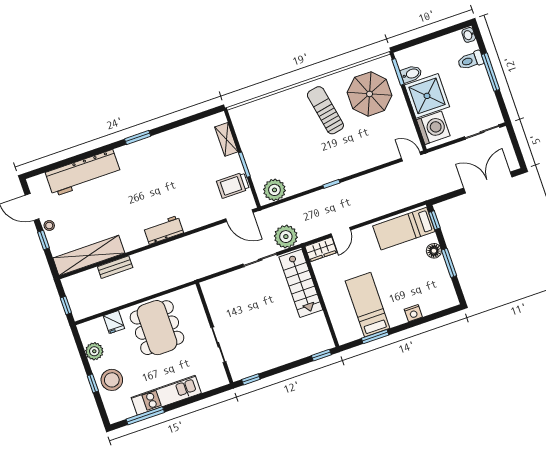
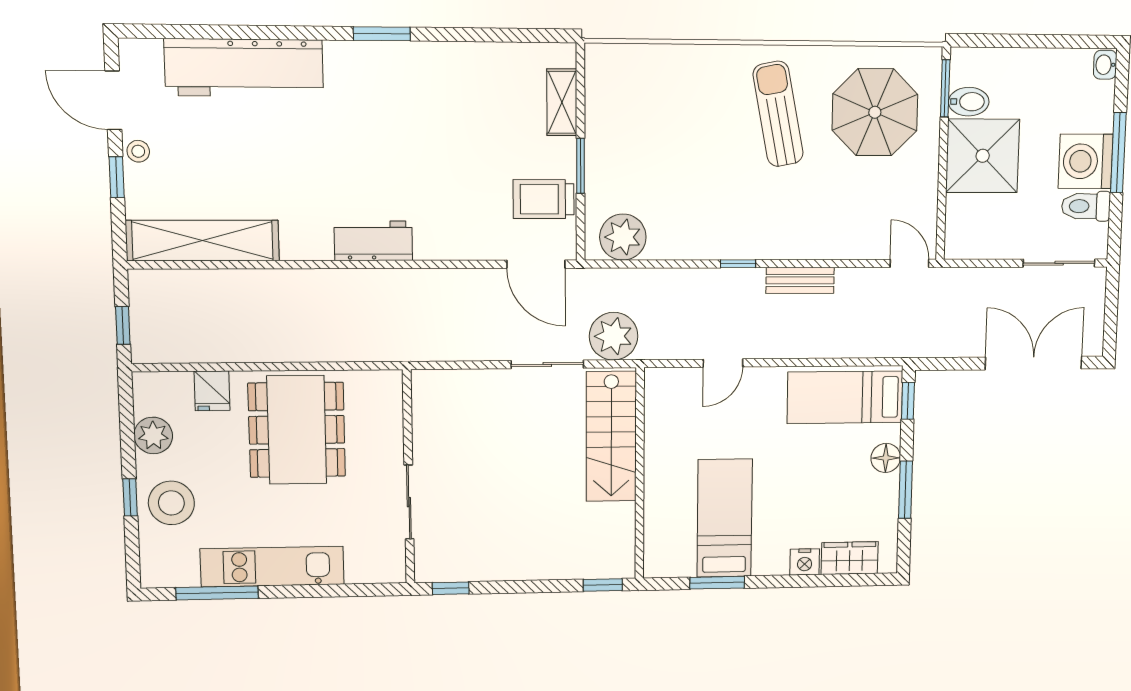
toilet: (470, 60) -> (1086, 206), moved
washing machine: (433, 128) -> (1086, 161), moved, turned 180
wardrobe: (321, 249) -> (850, 558), moved, turned 180
bench: (115, 267) -> (800, 280), moved

